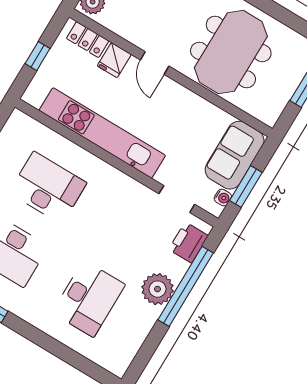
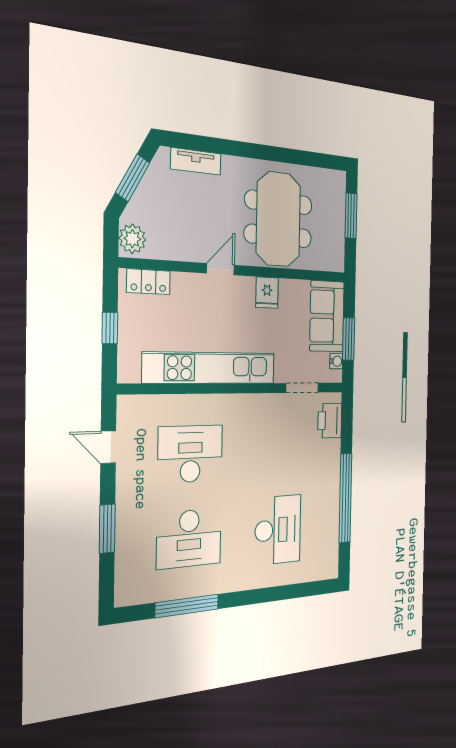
fridge: (114, 60) -> (267, 293), moved
door: (155, 63) -> (220, 269), swing flipped
window: (186, 286) -> (345, 498), moved
plant: (158, 289) -> (327, 479), removed

